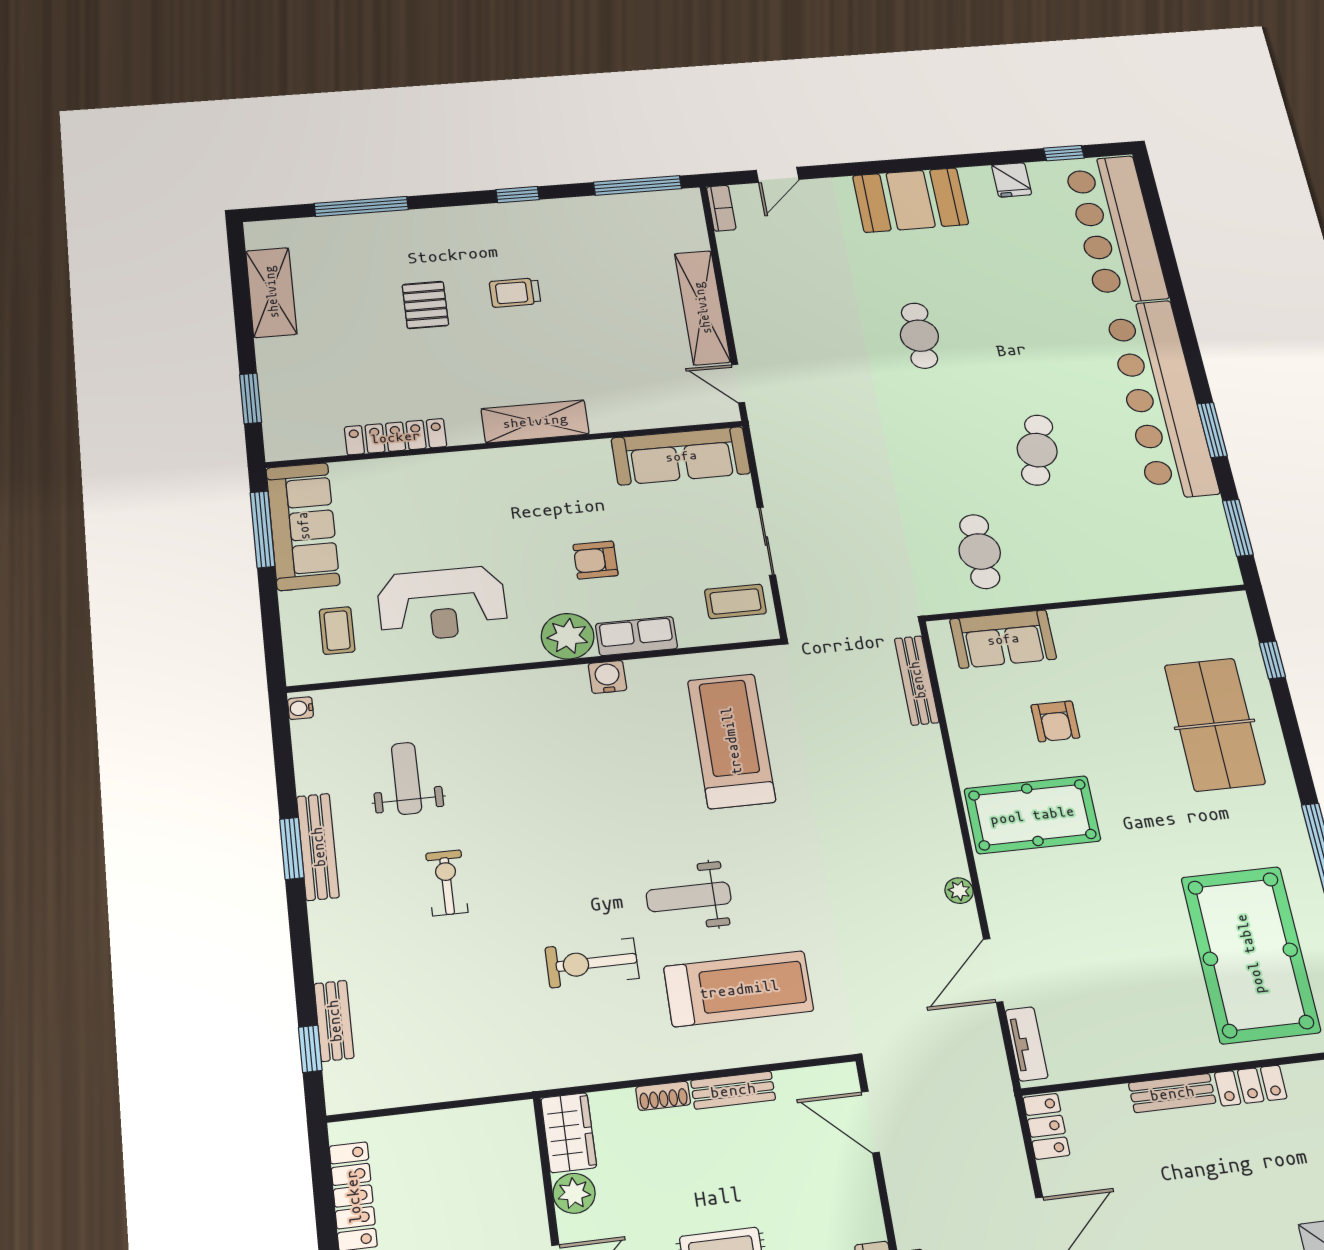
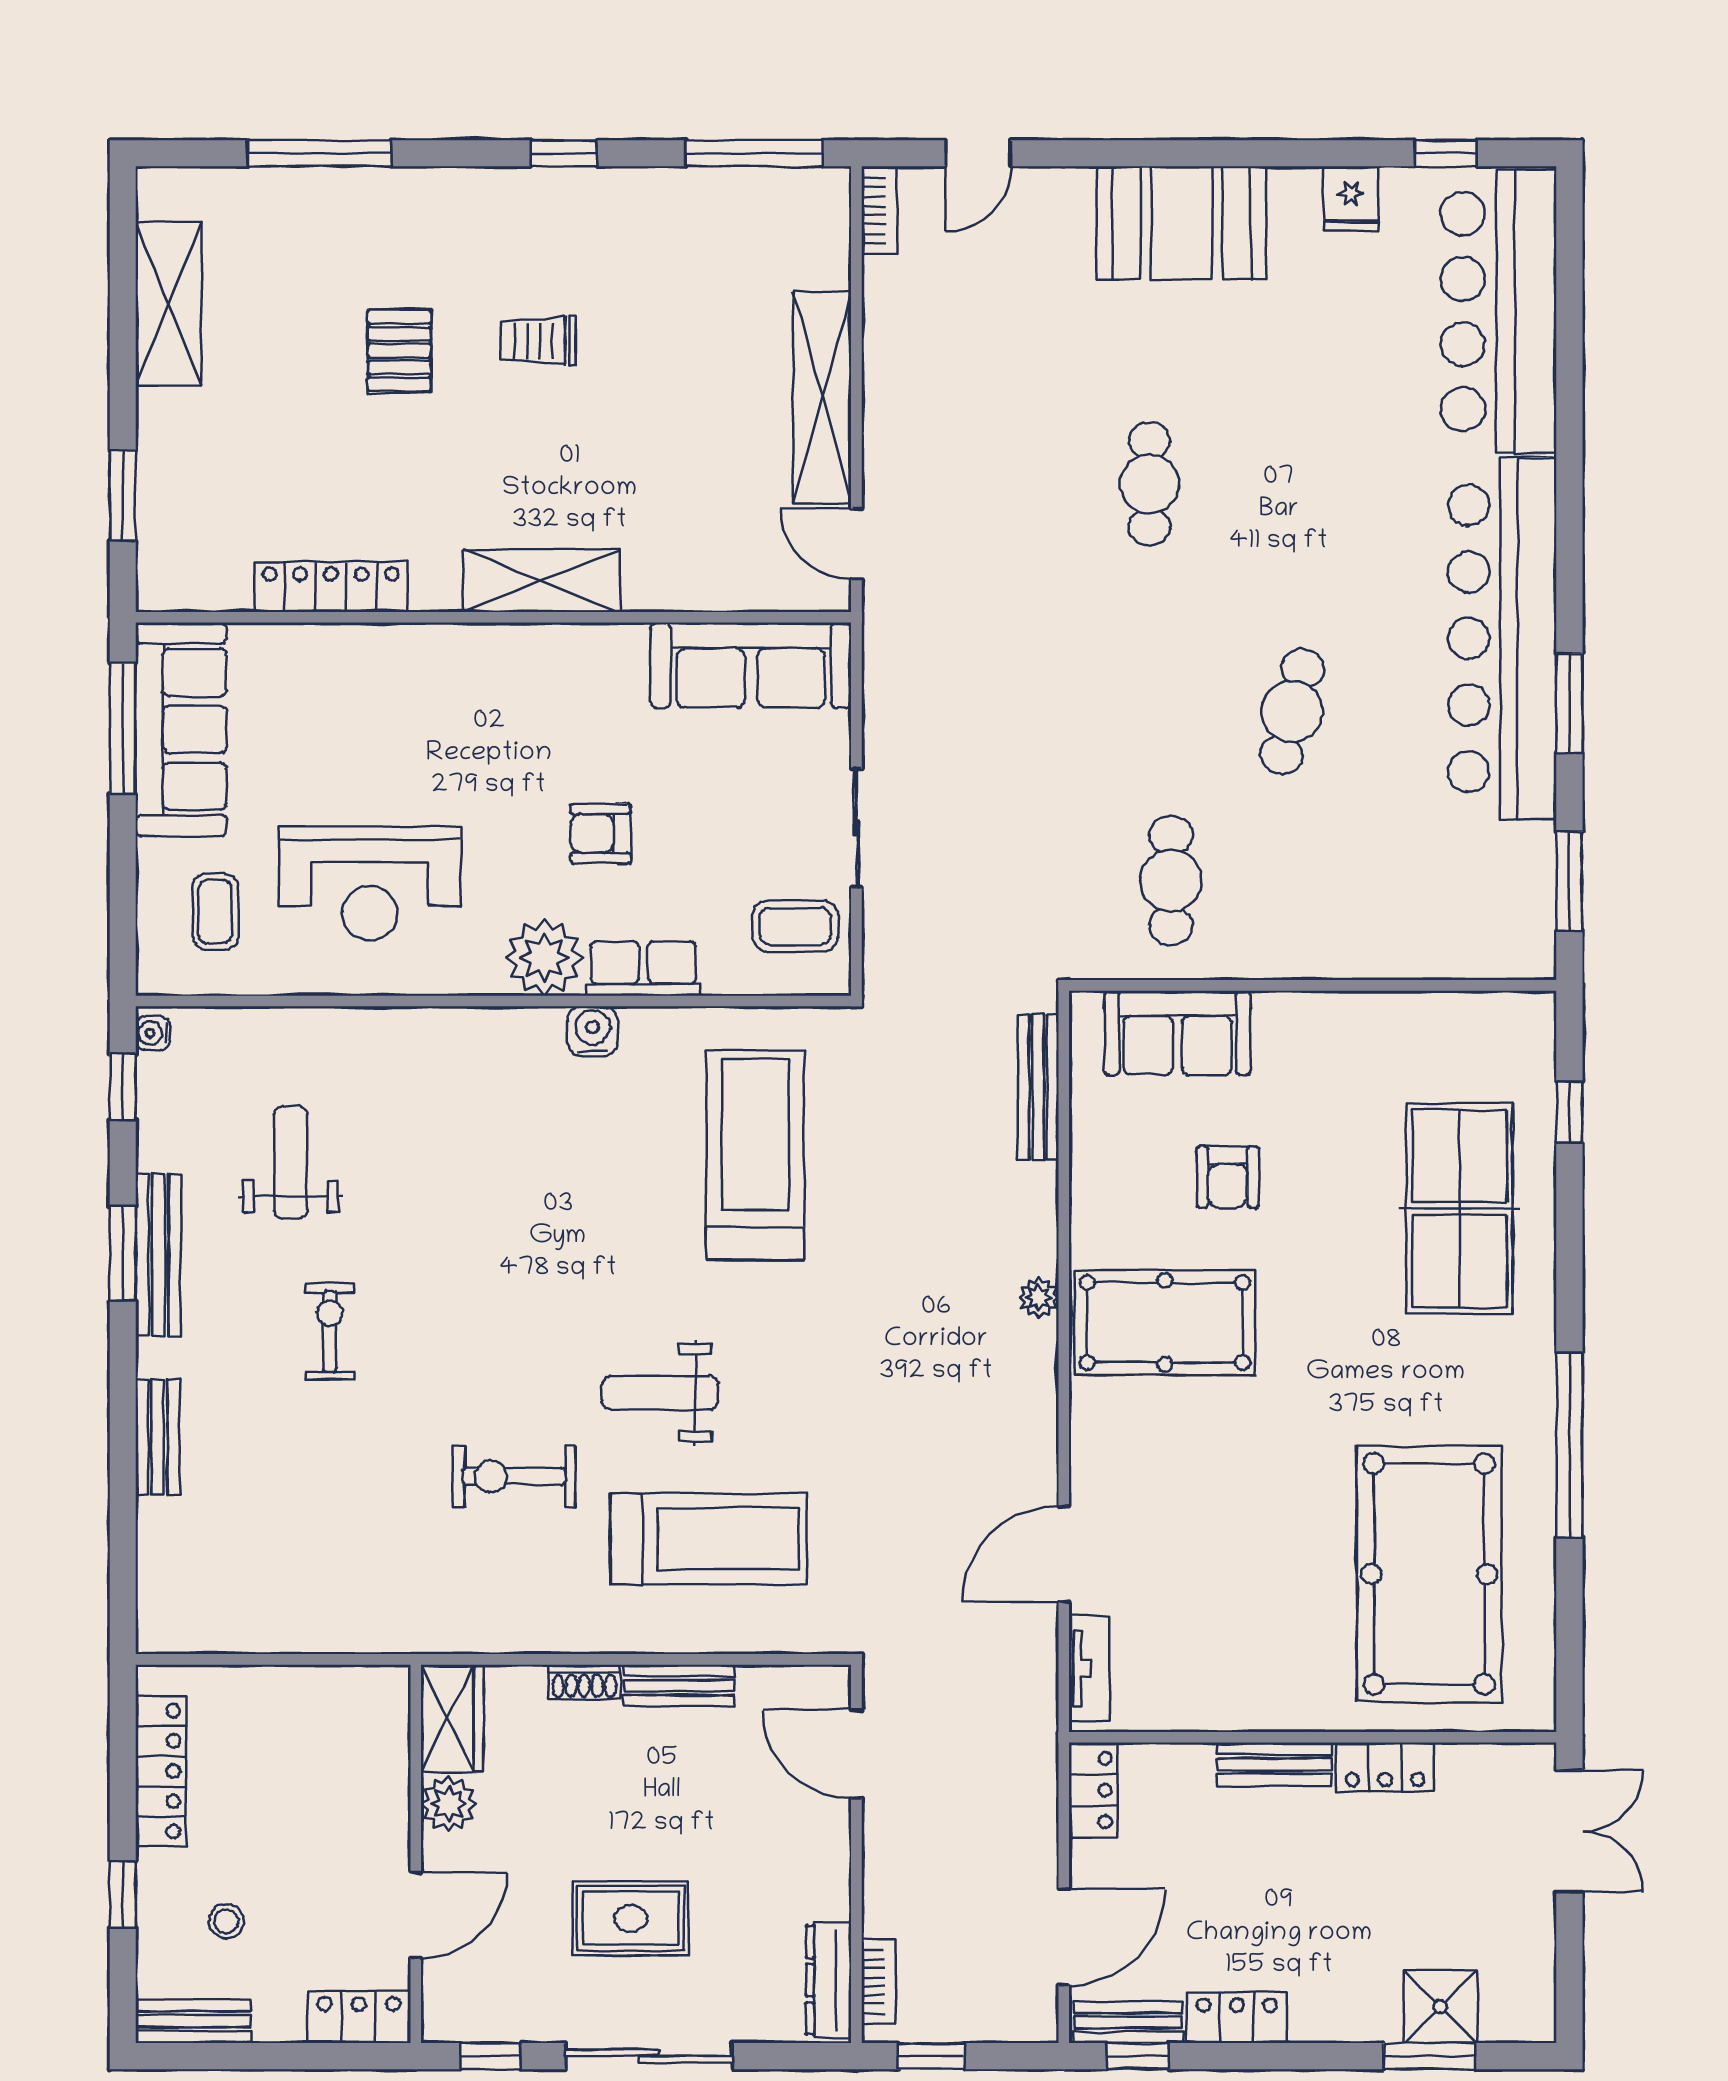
plant: (959, 891) -> (1039, 1298), moved
bench: (334, 1021) -> (158, 1437), moved
window: (310, 1049) -> (123, 1087), moved

